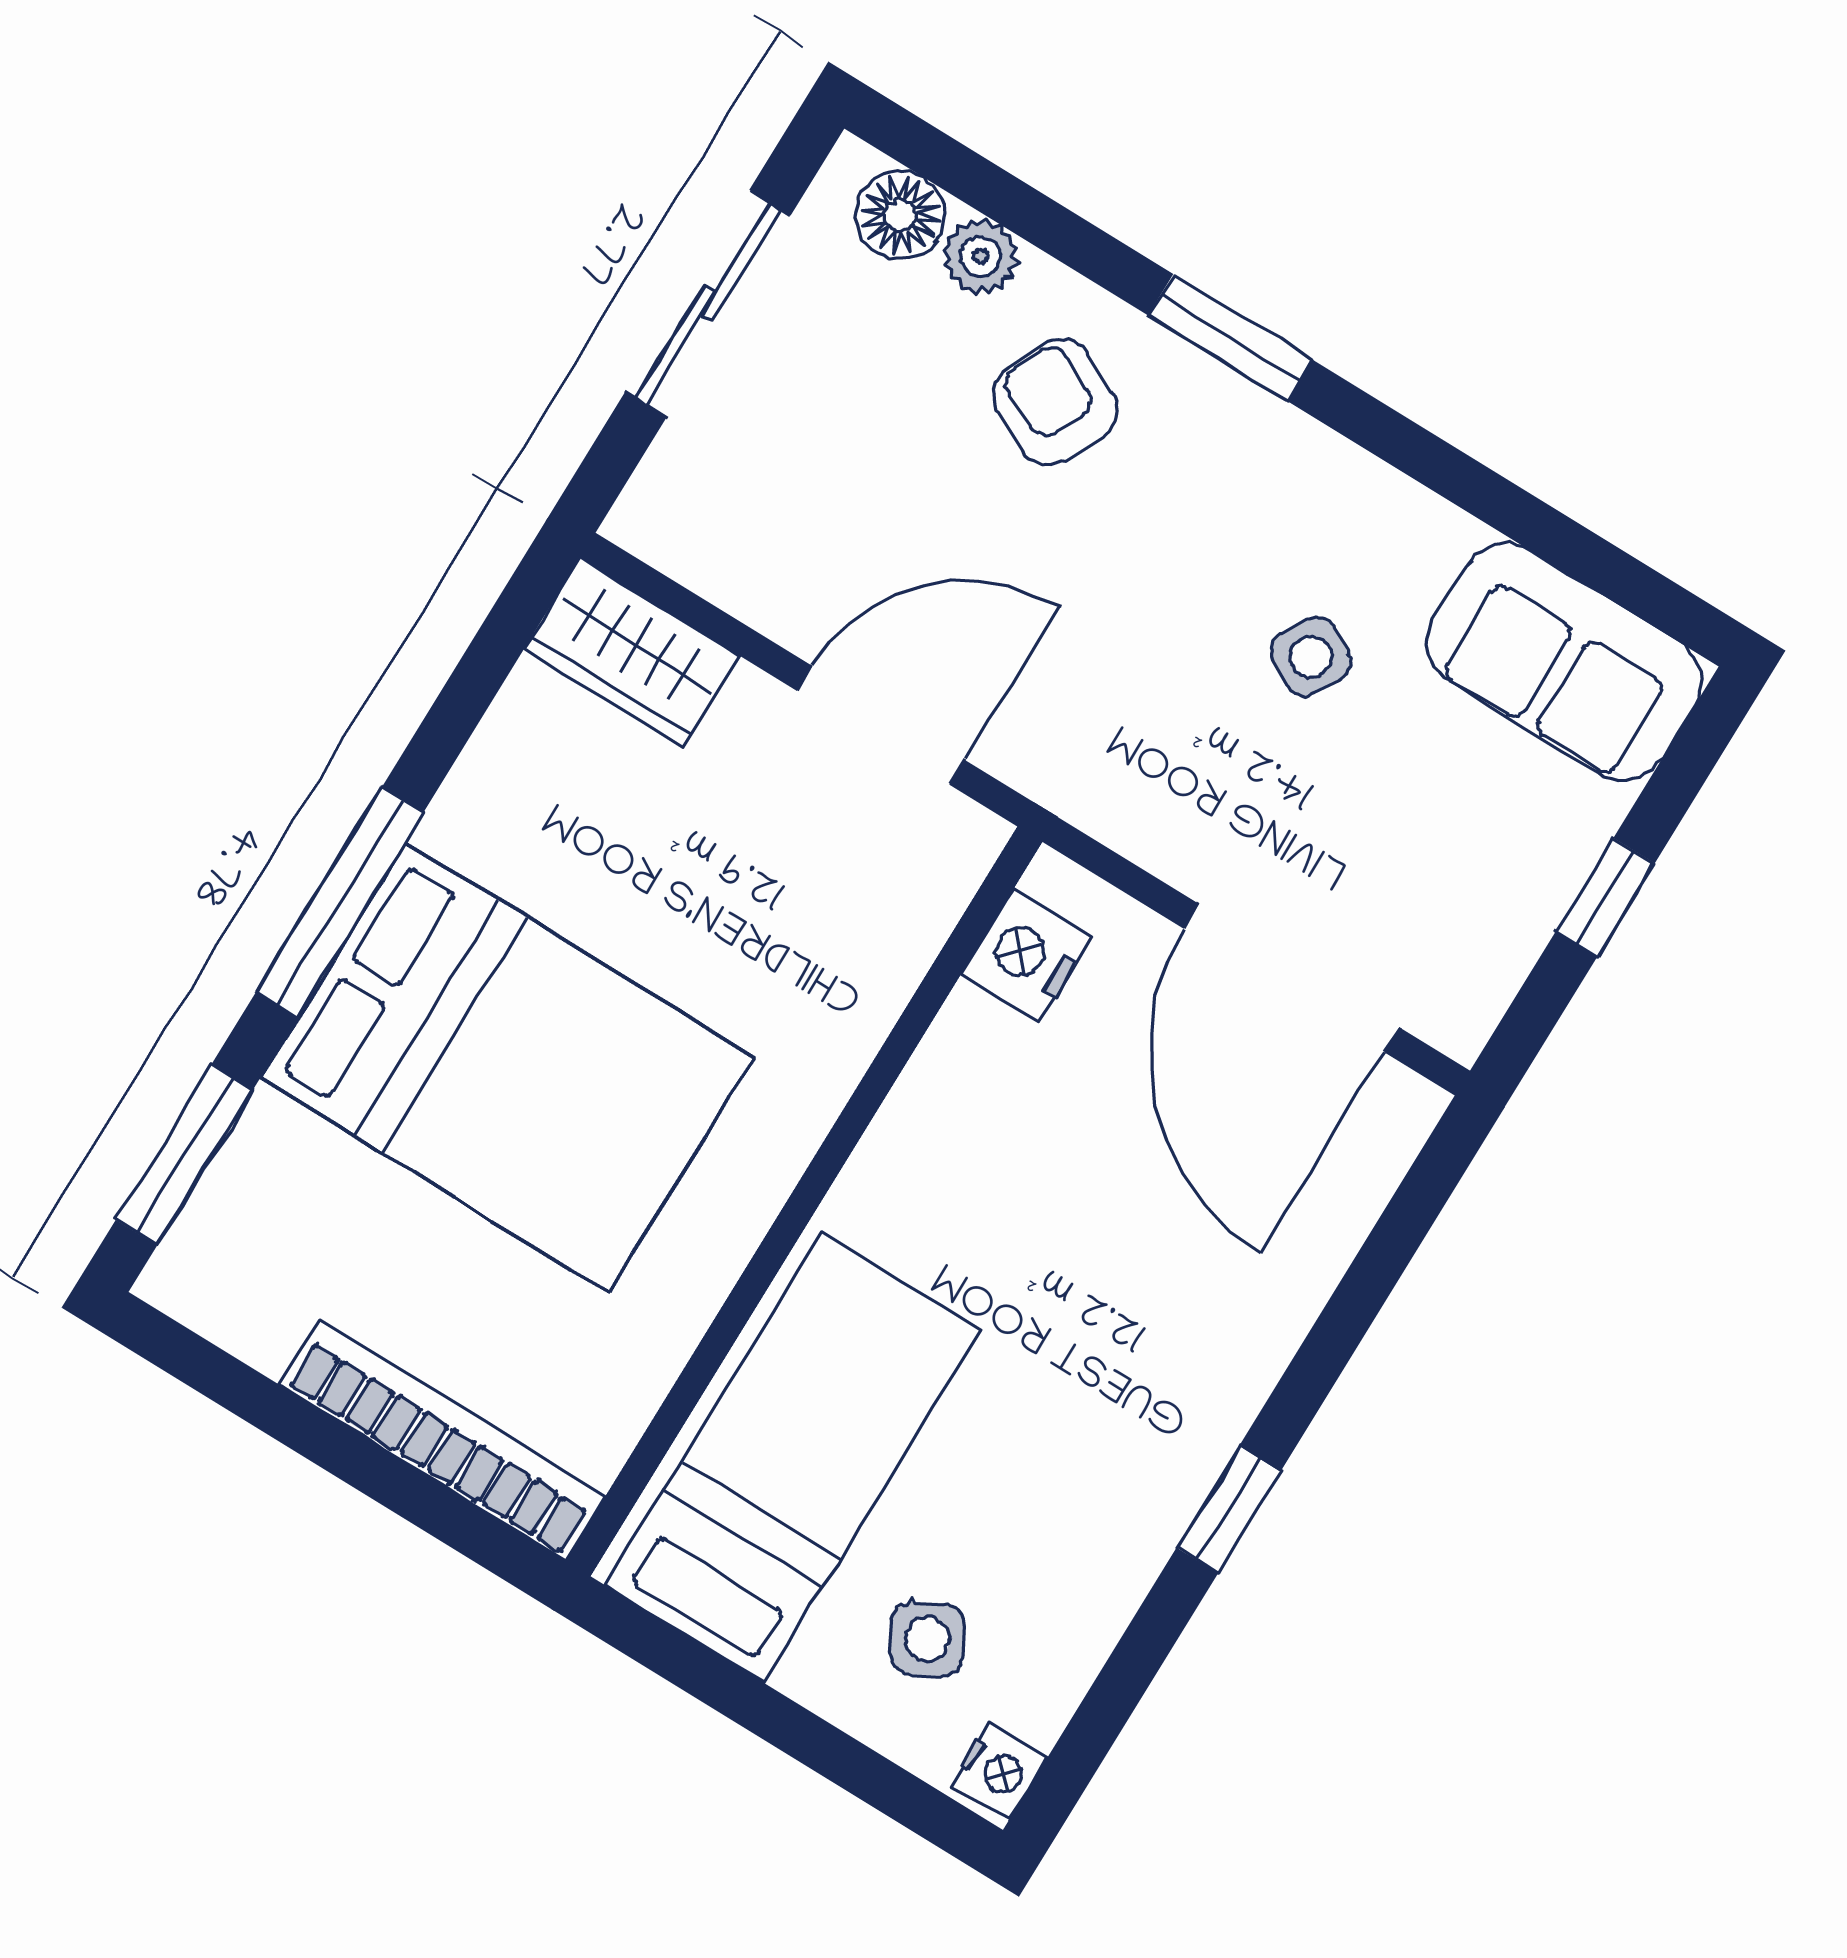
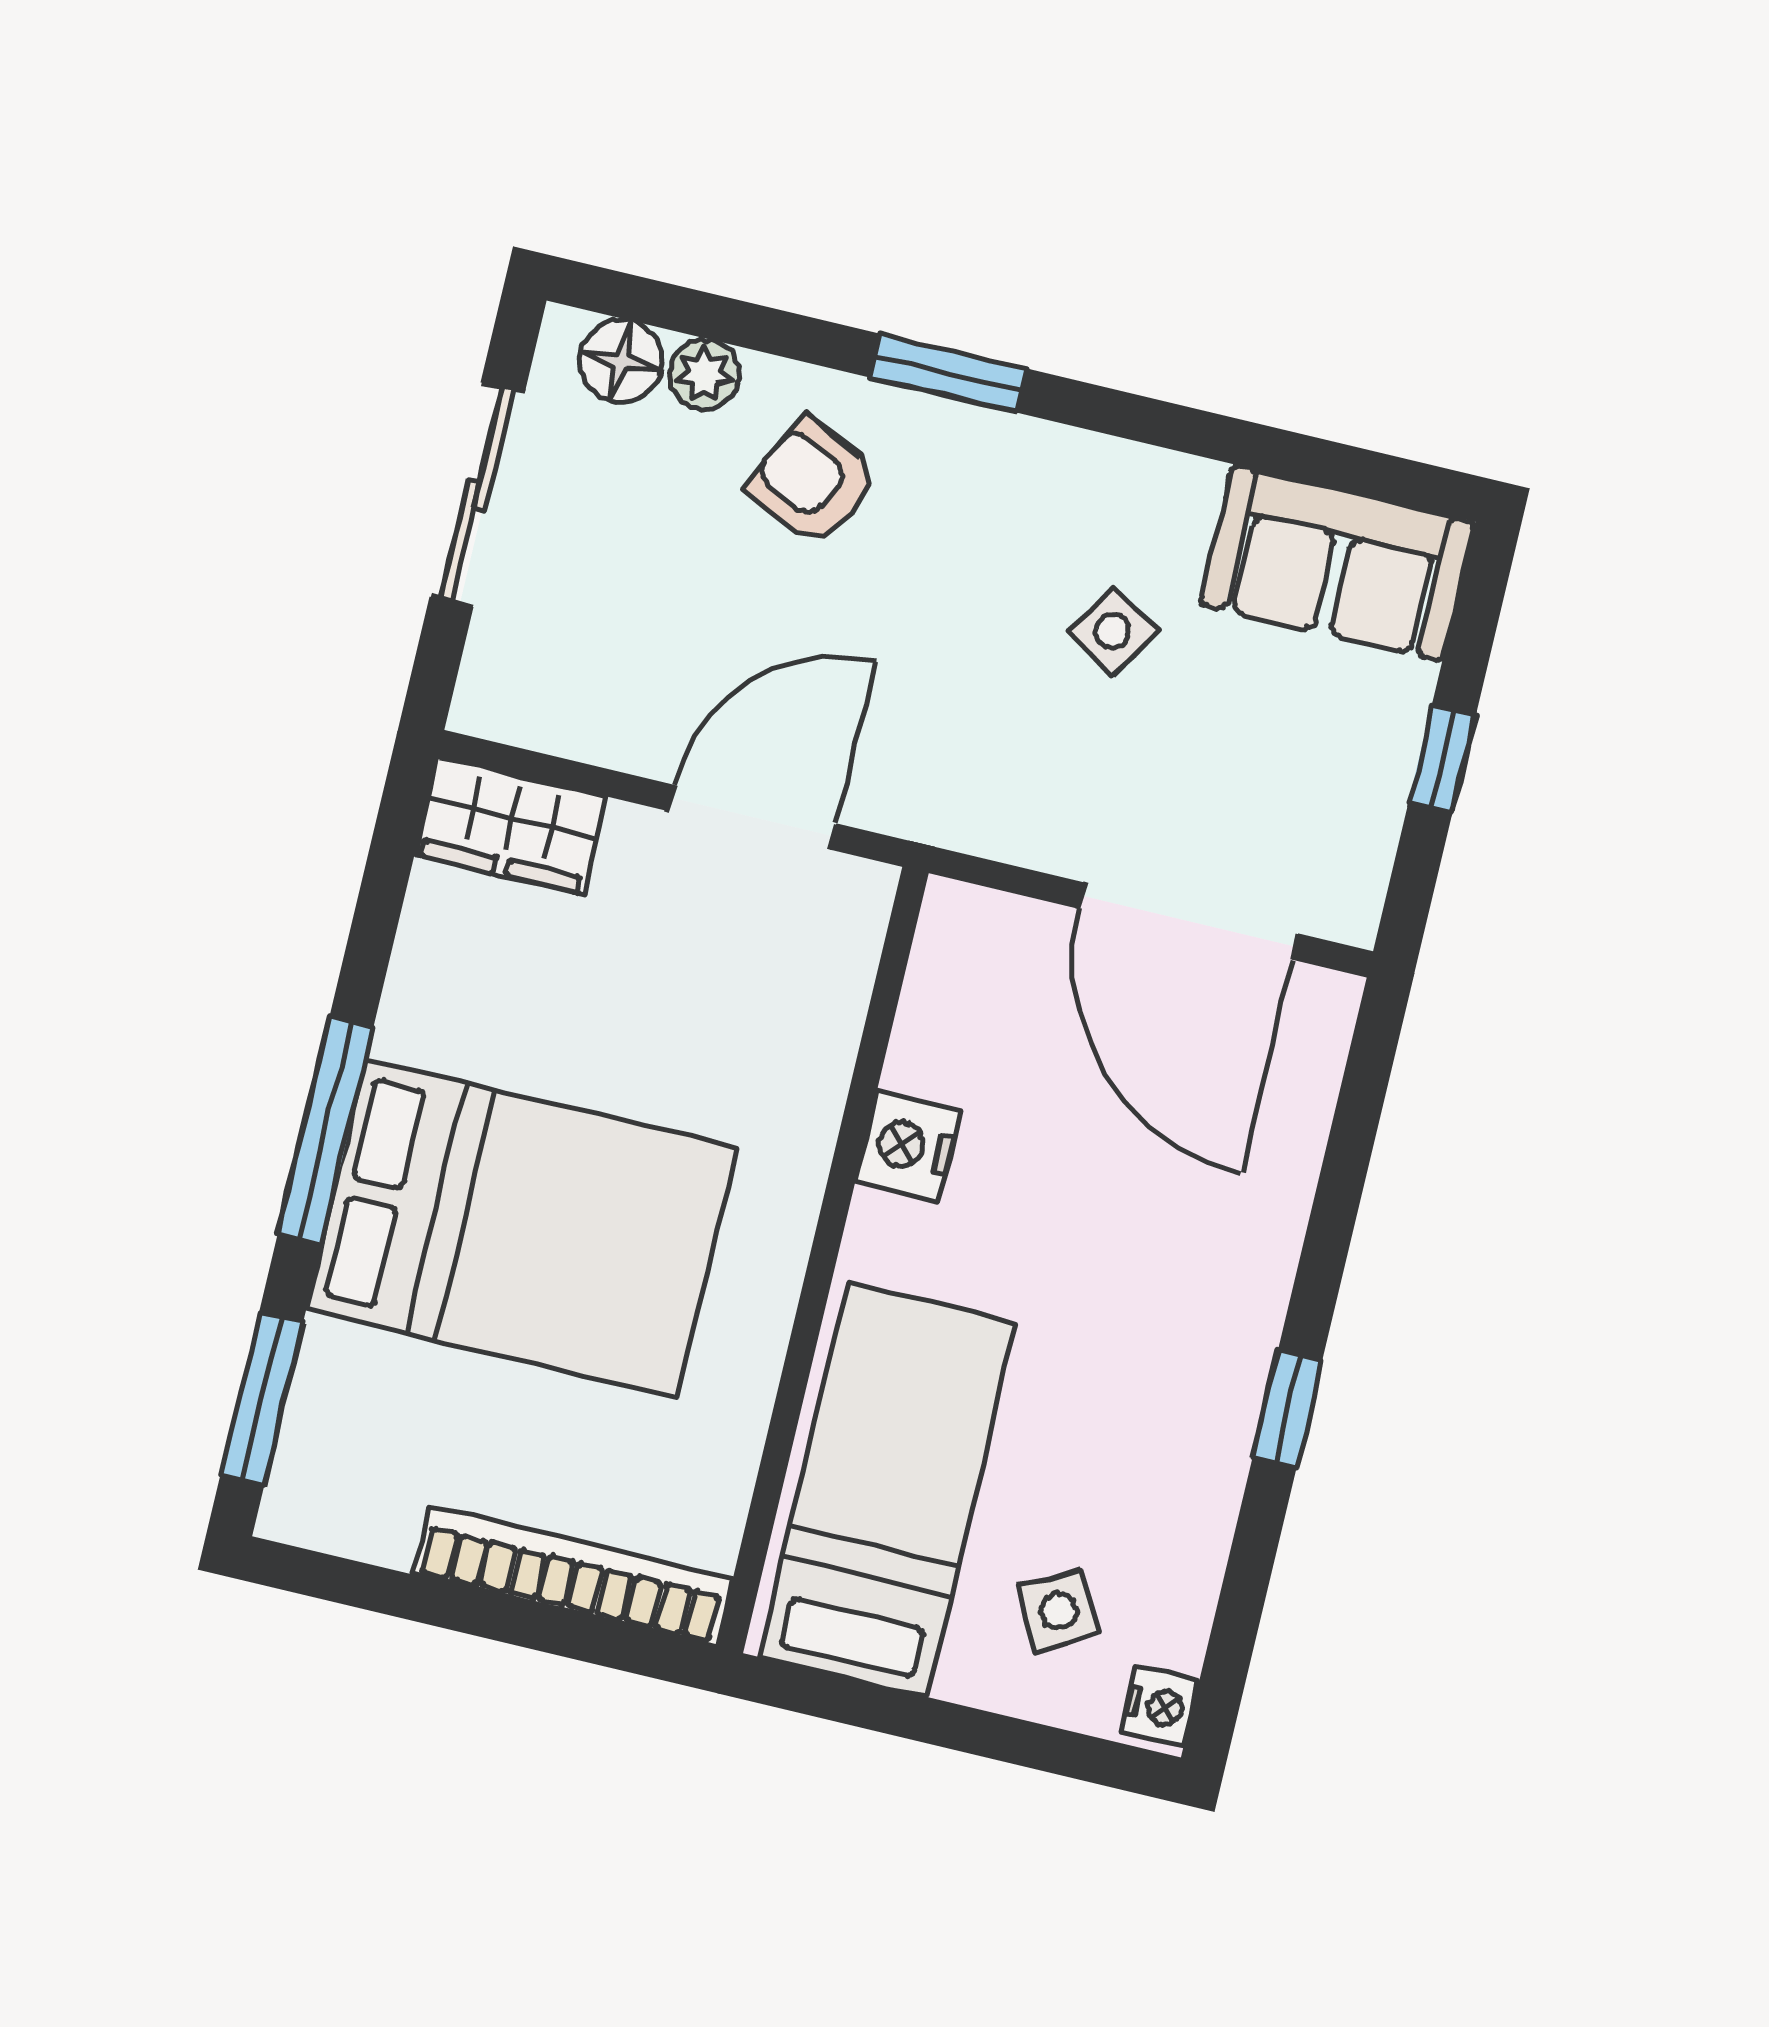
nightstand: (1026, 955) -> (908, 1146), moved

